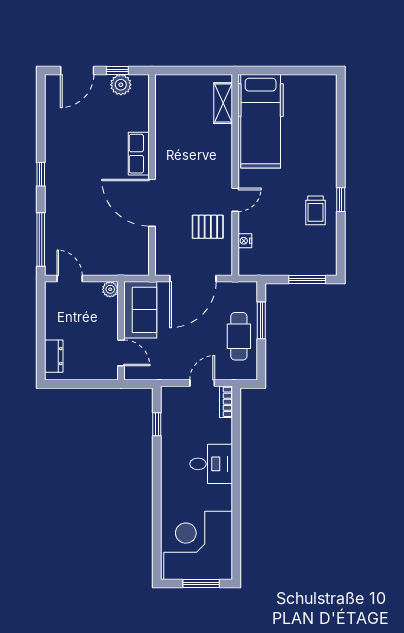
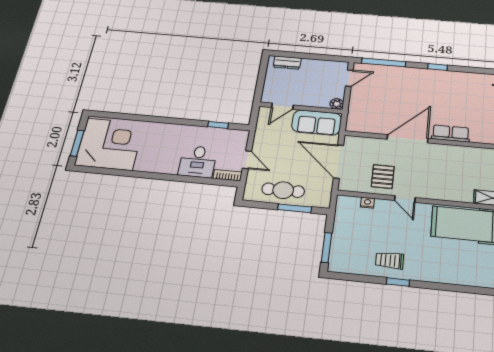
desk: (211, 464) -> (198, 162), moved

